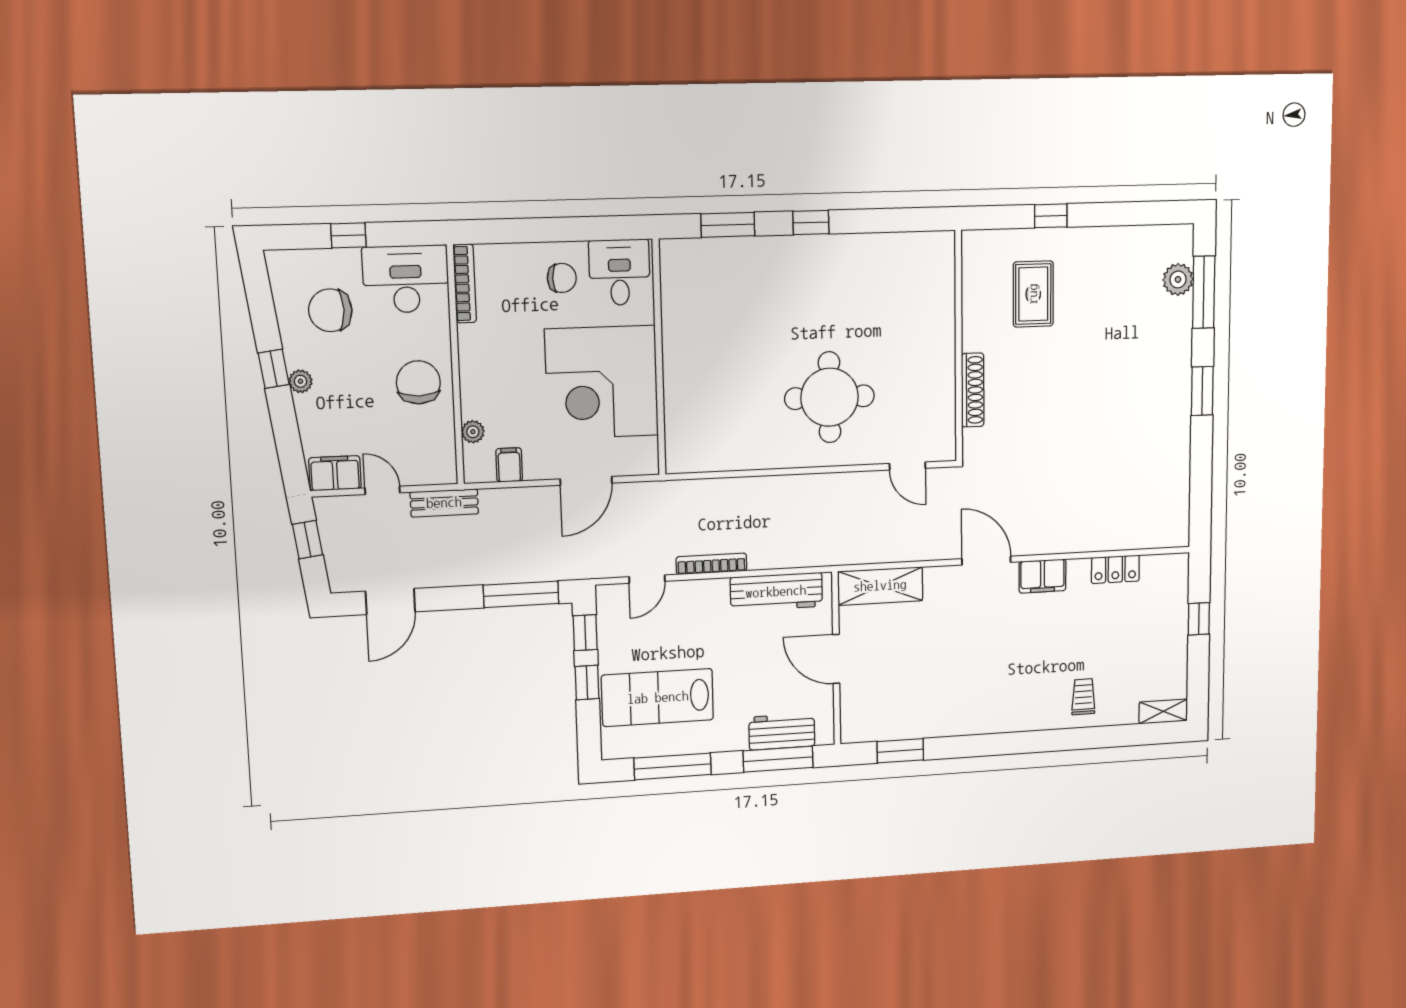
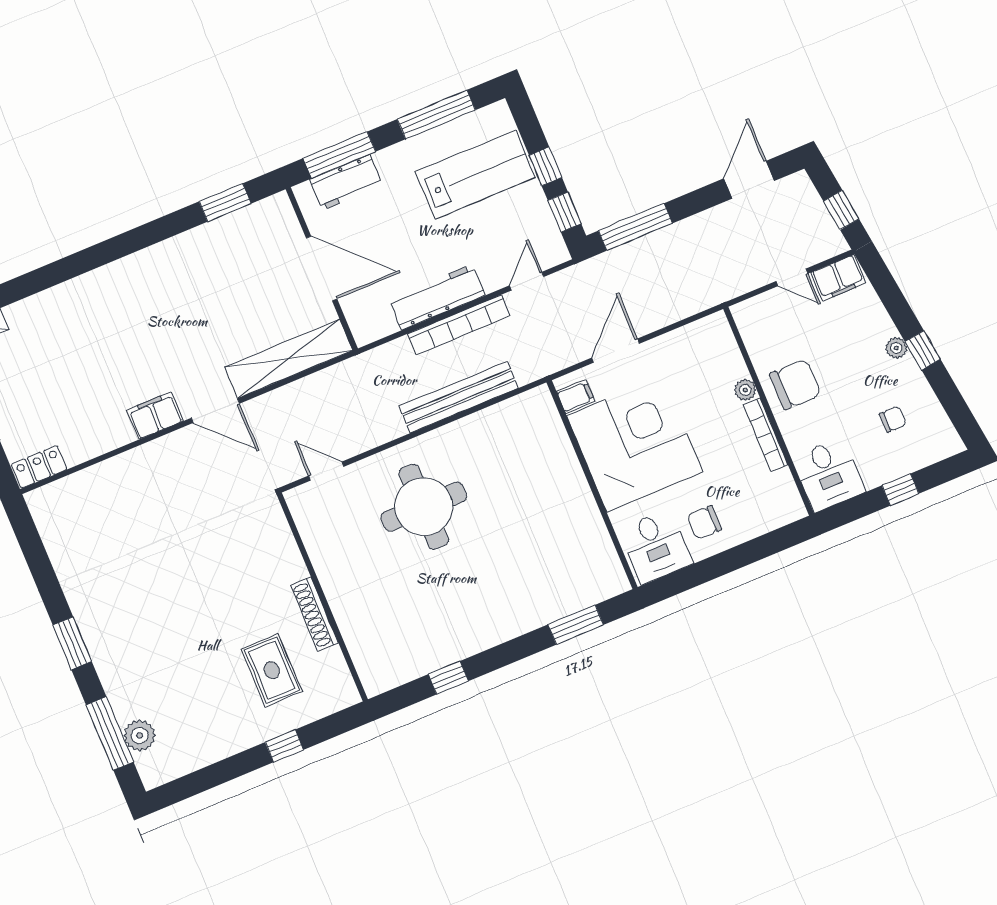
window: (811, 223) -> (448, 678), moved
desk: (406, 279) -> (829, 474), width x0.73
bookcase: (465, 283) -> (765, 435), moved
chair: (330, 310) -> (893, 419), width x0.54, depth x0.54
chair: (418, 382) -> (795, 384), turned -90
shoe rack: (973, 390) -> (314, 614), moved
plant: (473, 432) -> (745, 390), moved
filing cabinet: (509, 465) -> (576, 396), moved, turned -90
bench: (444, 503) -> (459, 397), moved, width x1.86, depth x1.21
bookcase: (711, 564) -> (459, 325), width x1.48, depth x1.31
locker: (1115, 569) -> (39, 467), moved
shelving: (880, 586) -> (289, 359), width x1.47
workbench: (776, 592) -> (437, 297), moved
door: (836, 659) -> (322, 269), width x1.36
trolley: (1083, 697) -> (67, 315), removed

